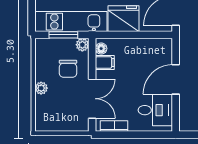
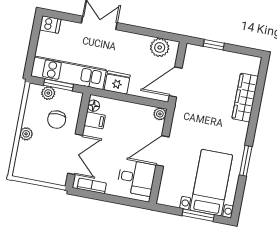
fridge: (124, 19) -> (117, 83), width x0.73, depth x0.75
plant: (166, 44) -> (160, 114), added
plant: (82, 45) -> (48, 93), moved

